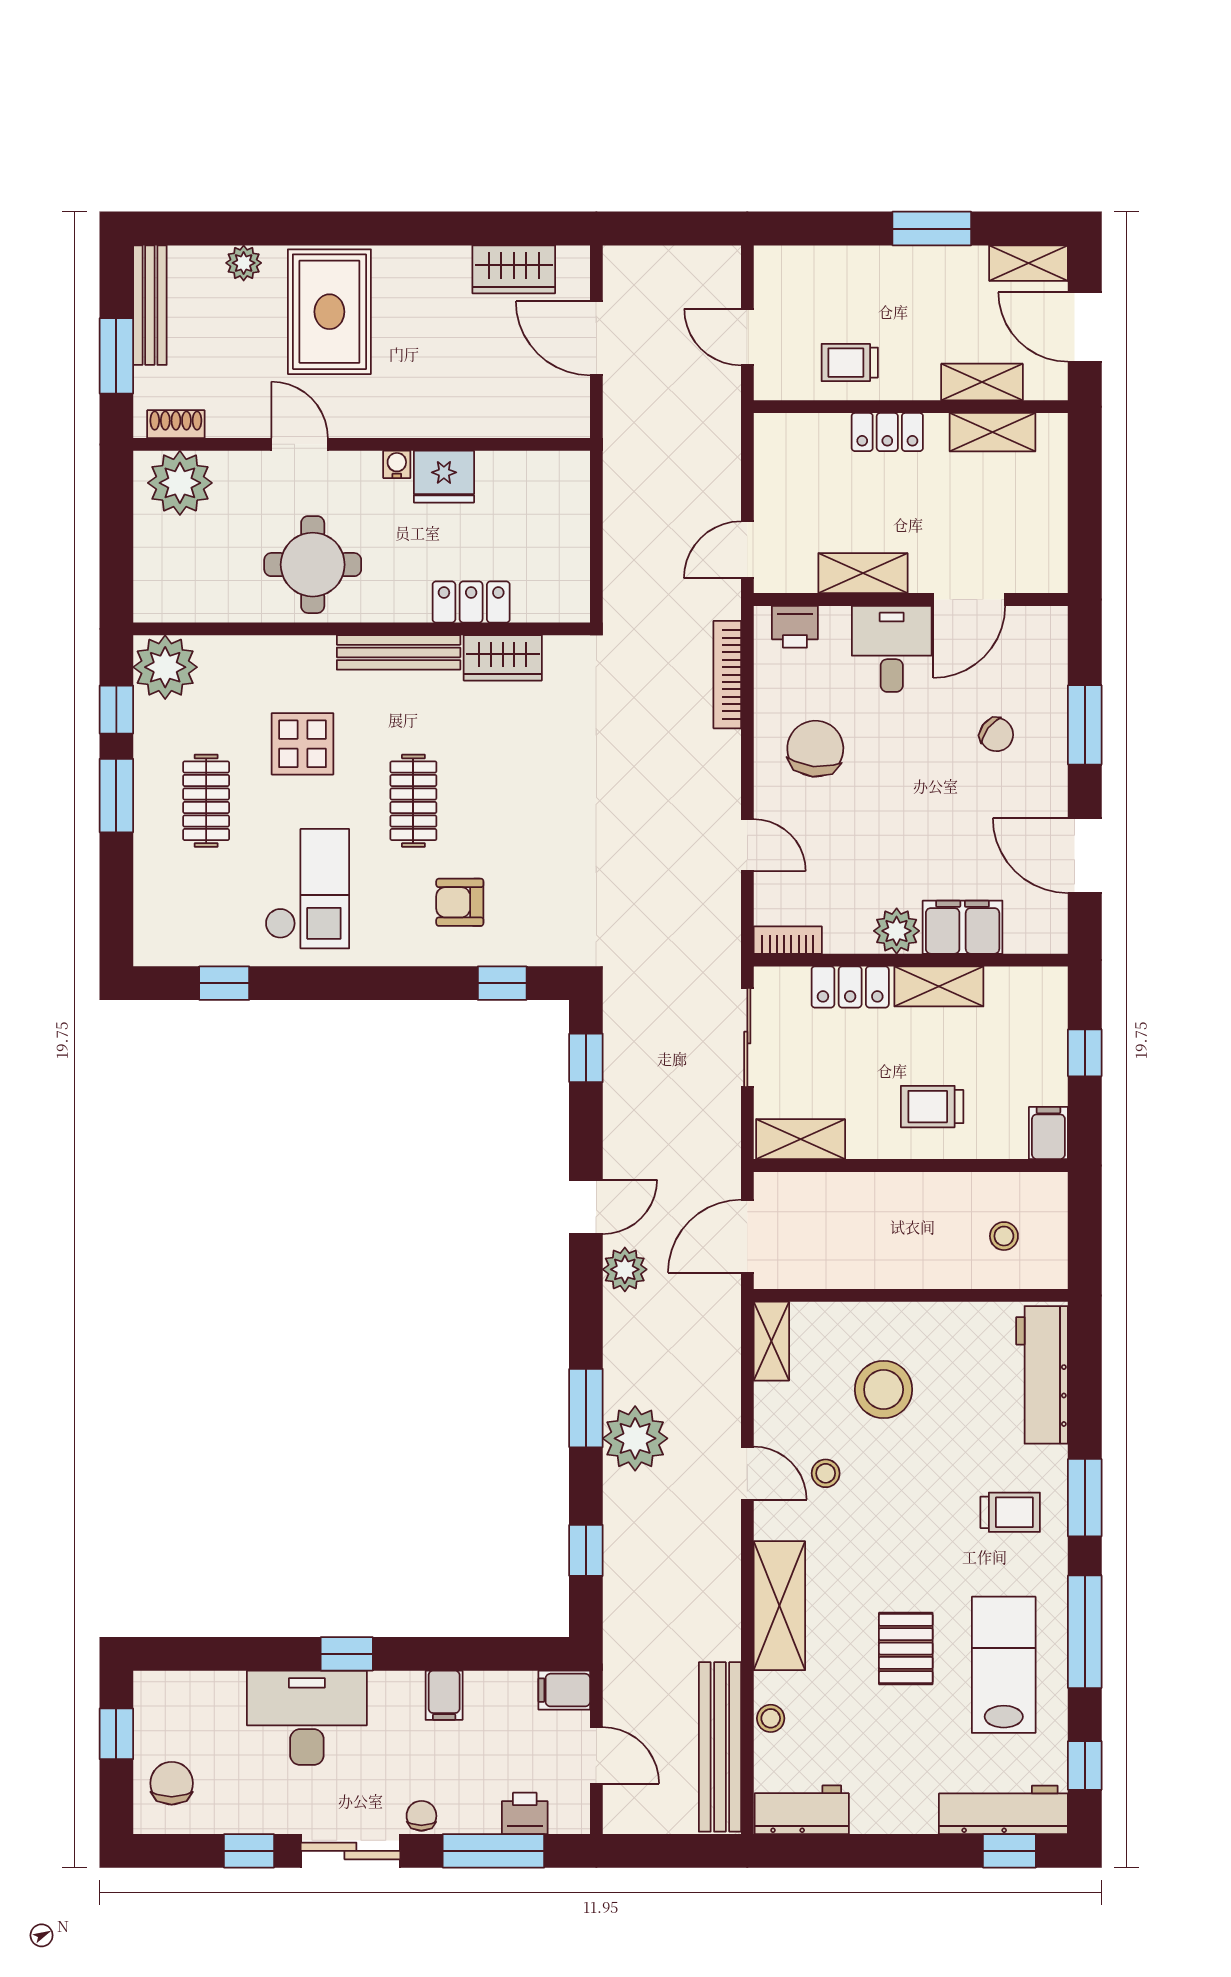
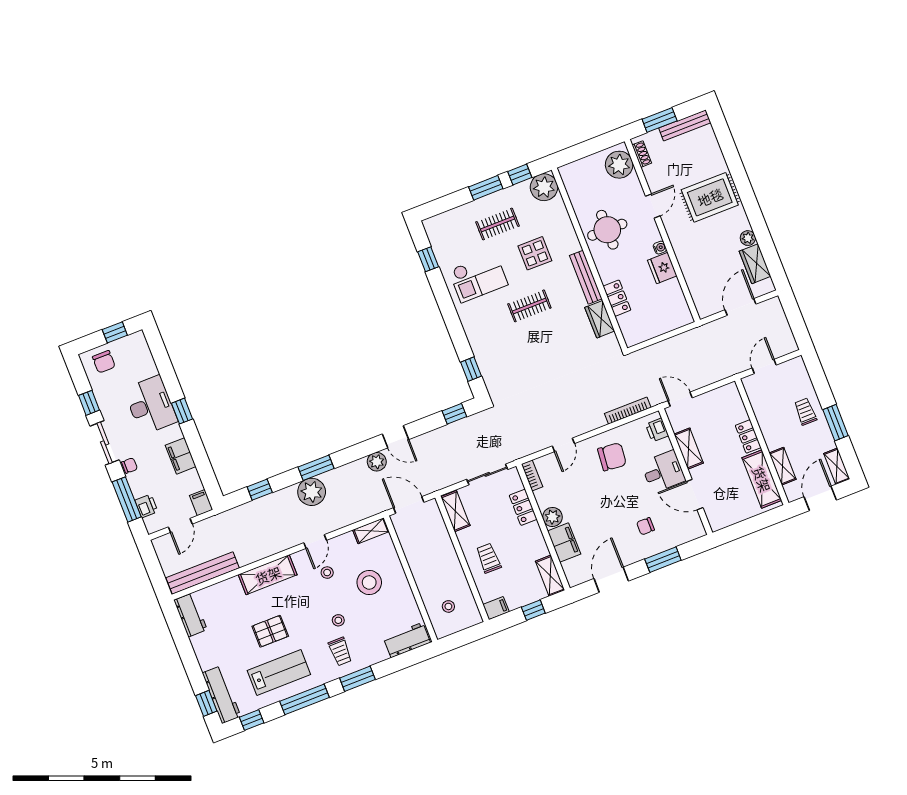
plant: (244, 263) -> (748, 238), moved
trolley: (850, 363) -> (805, 412), moved
shelving: (993, 432) -> (762, 479), width x1.50, depth x1.33
chair: (997, 735) -> (645, 526), turned 53
armchair: (460, 902) -> (496, 340), removed
shelving: (939, 986) -> (550, 576), moved
workbench: (1042, 1375) -> (407, 640), width x0.73
filing cabinet: (444, 1695) -> (181, 456), width x2.00
stool: (771, 1718) -> (338, 620), moved
chair: (172, 1783) -> (104, 362), turned 90

